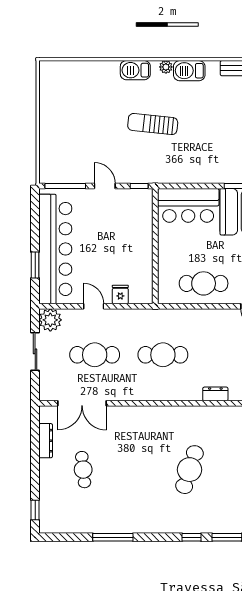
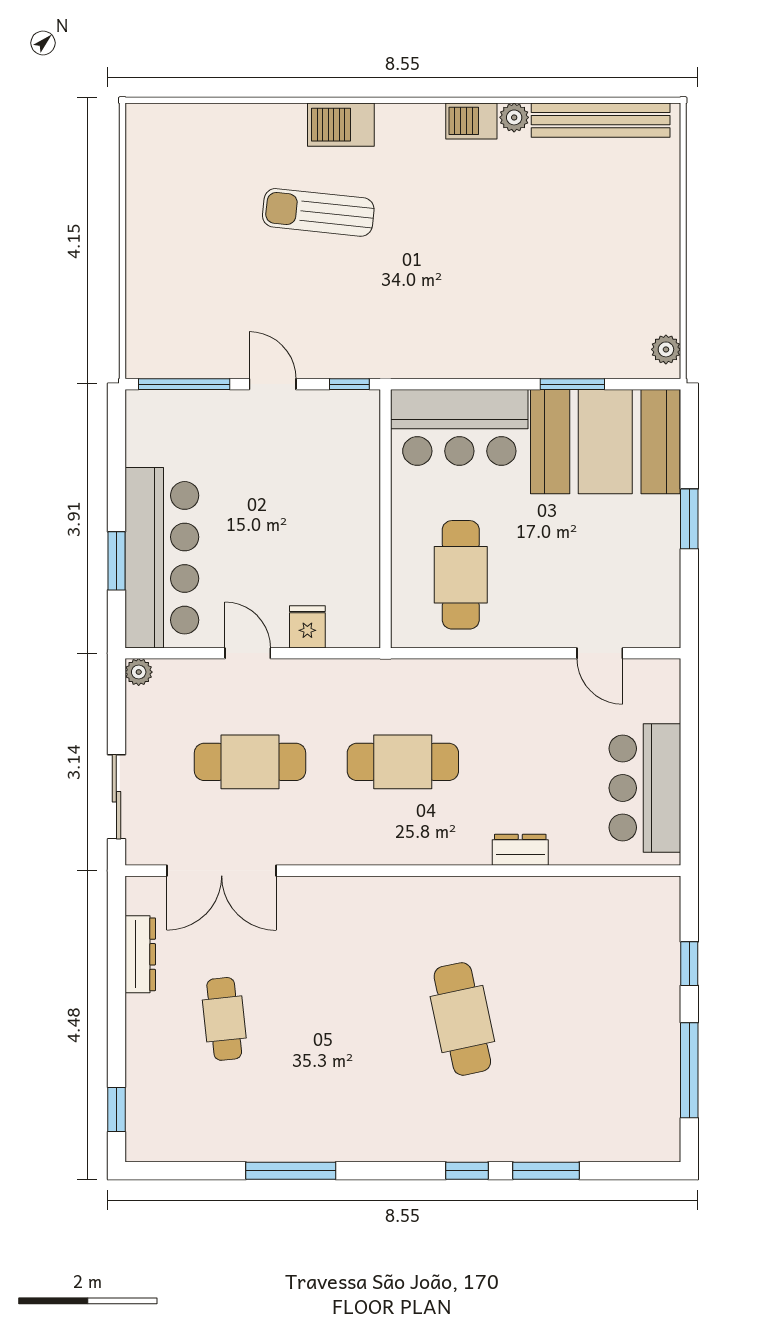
plant: (166, 67) -> (514, 117), moved
barbecue: (189, 71) -> (471, 121), width x0.73, depth x0.79
sun lounger: (153, 124) -> (318, 212), moved
bar counter: (55, 249) -> (162, 558), width x0.73
cafe table: (204, 283) -> (461, 575), moved, turned 90
plant: (50, 320) -> (139, 672), width x0.53, depth x0.53
sliding door: (35, 351) -> (116, 797), moved
cafe table: (189, 470) -> (462, 1019), turned -30

